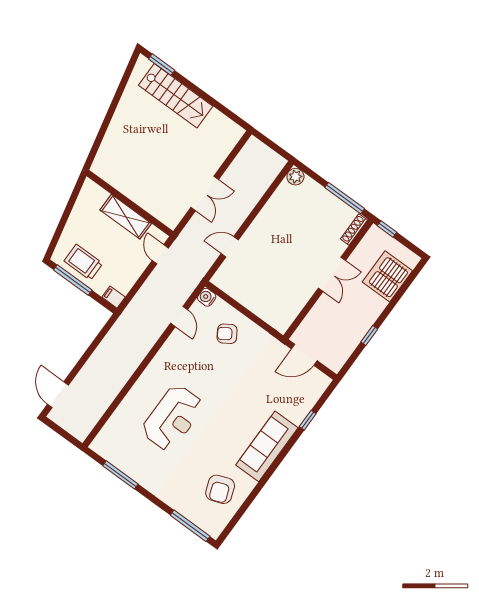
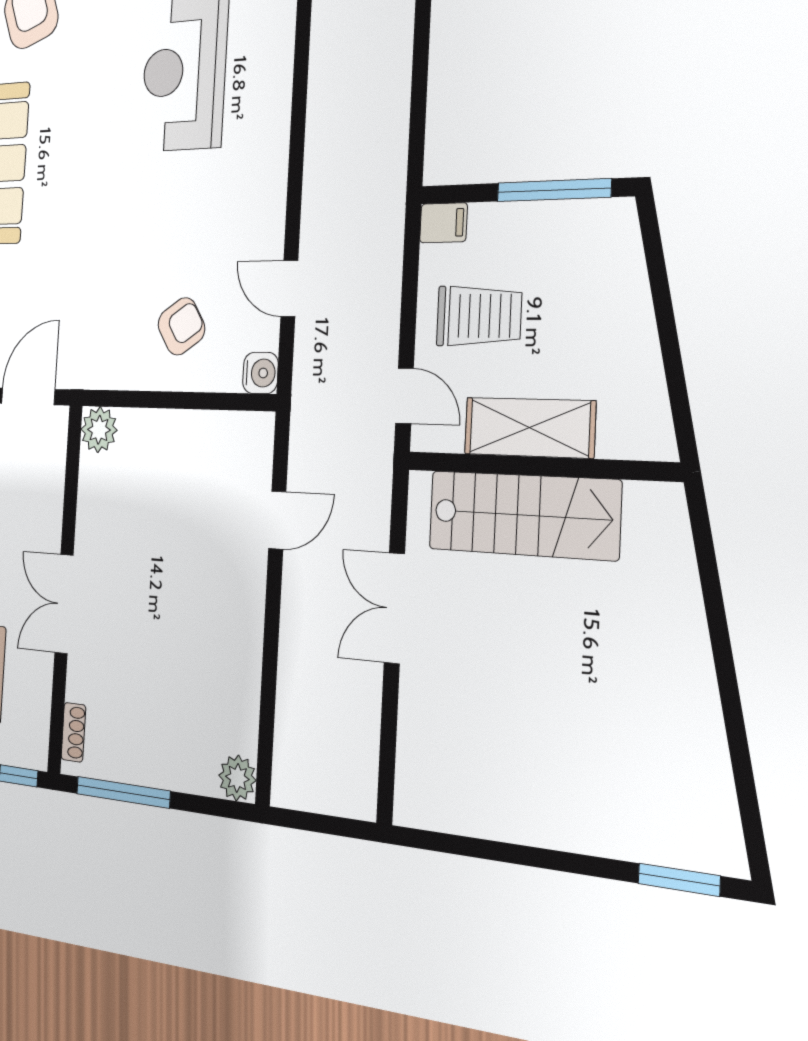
stairs: (176, 96) -> (523, 515), moved, turned 180
shoe rack: (354, 229) -> (73, 732), width x0.70
trolley: (83, 262) -> (479, 316), moved
plant: (281, 323) -> (99, 430), added

